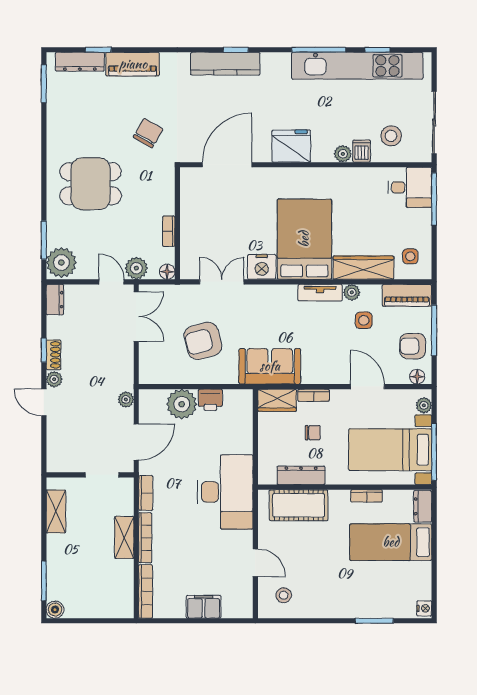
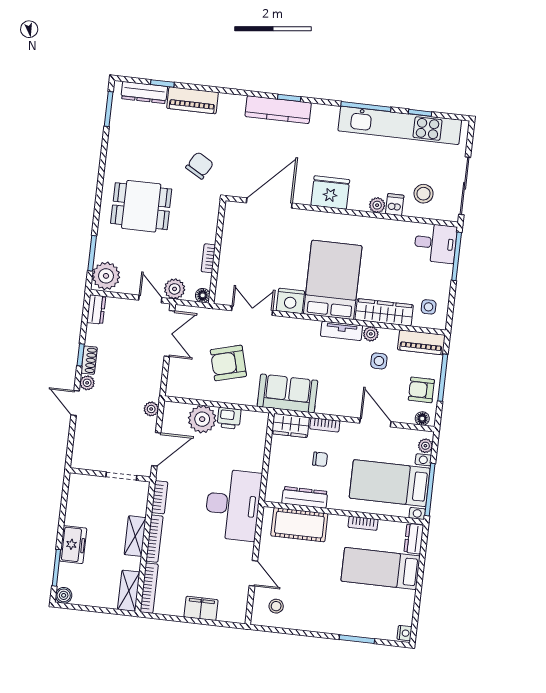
shelving: (56, 511) -> (129, 591), moved
freezer: (59, 554) -> (73, 545), added

